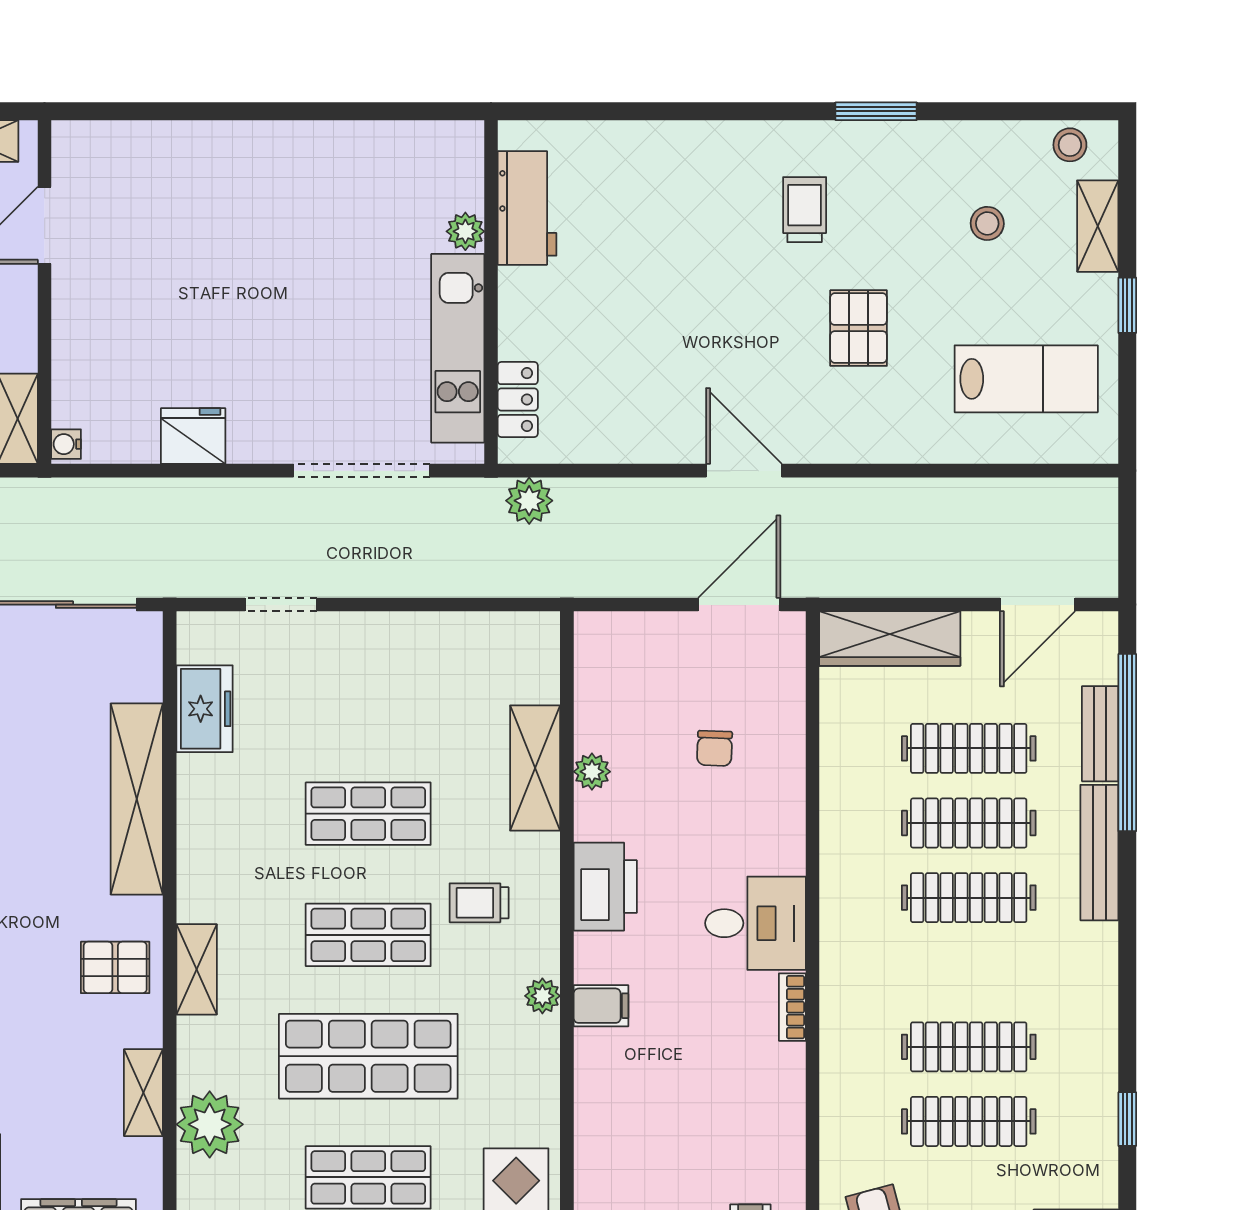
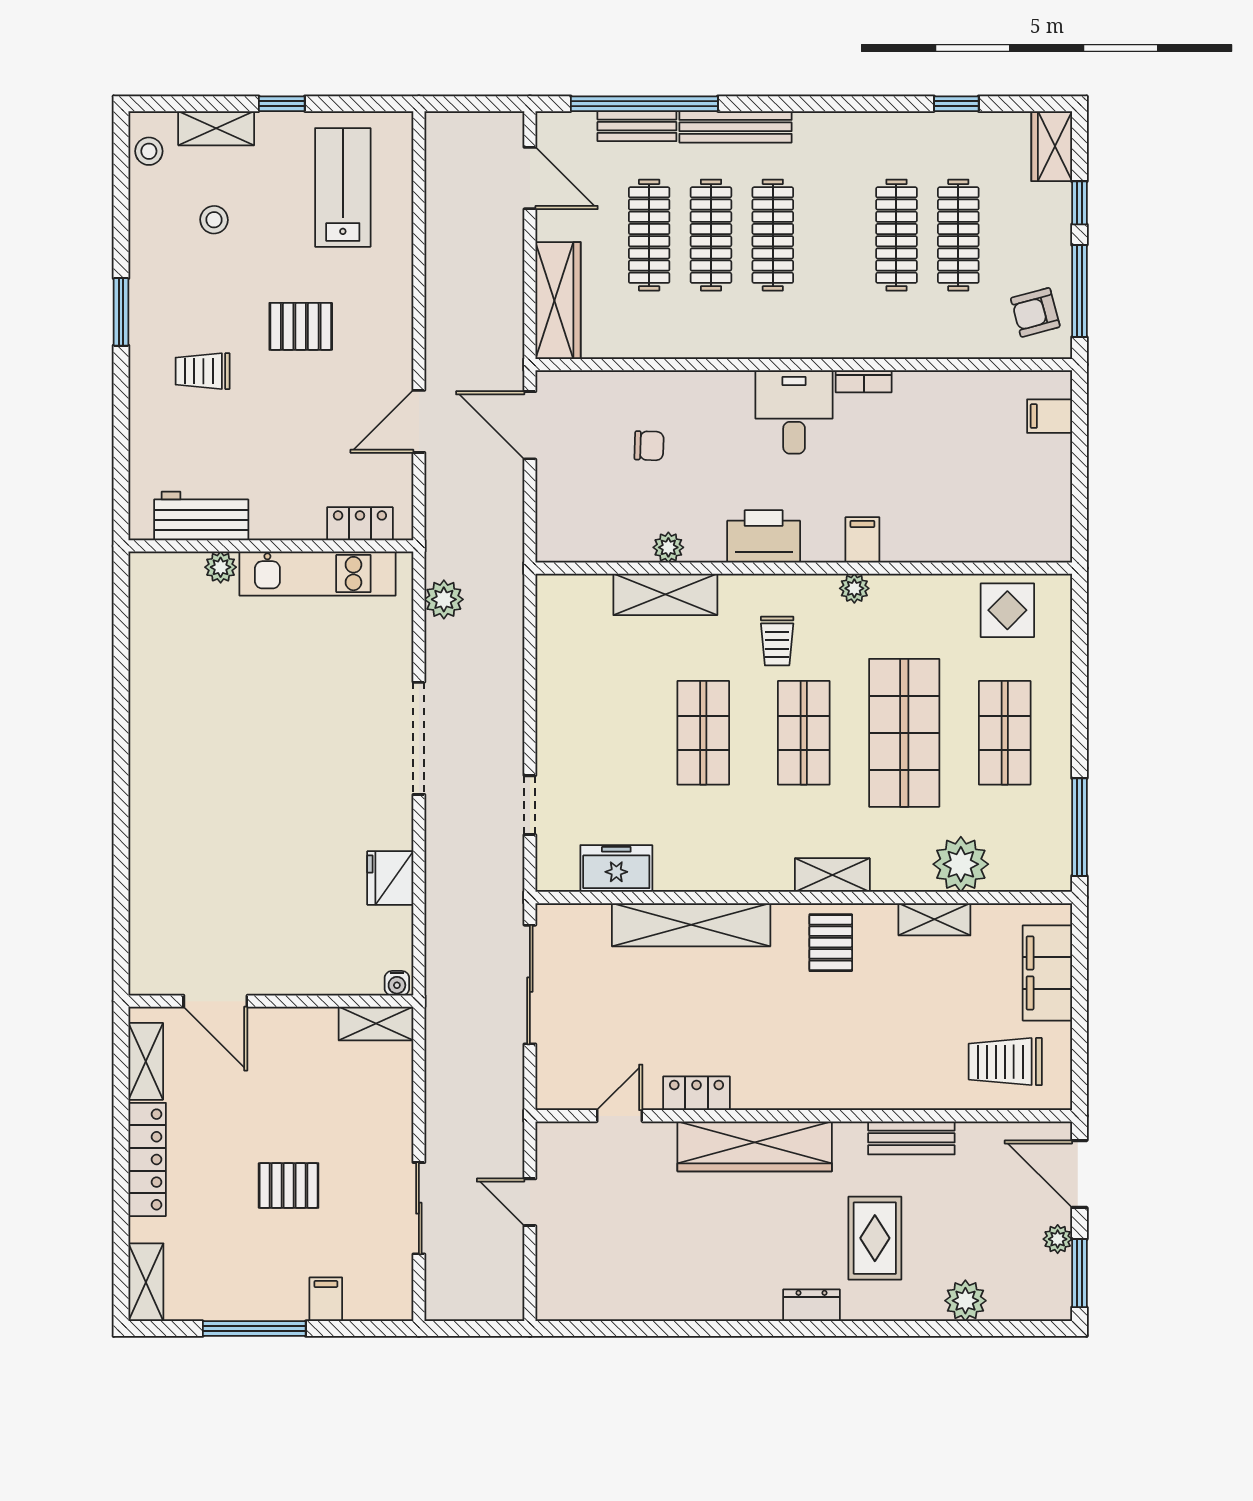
workbench: (527, 208) -> (201, 516), moved
plant: (465, 231) -> (221, 567), moved
wall: (491, 292) -> (271, 546), moved
kitchen unit: (458, 348) -> (317, 574), moved
locker: (518, 400) -> (360, 524), moved

